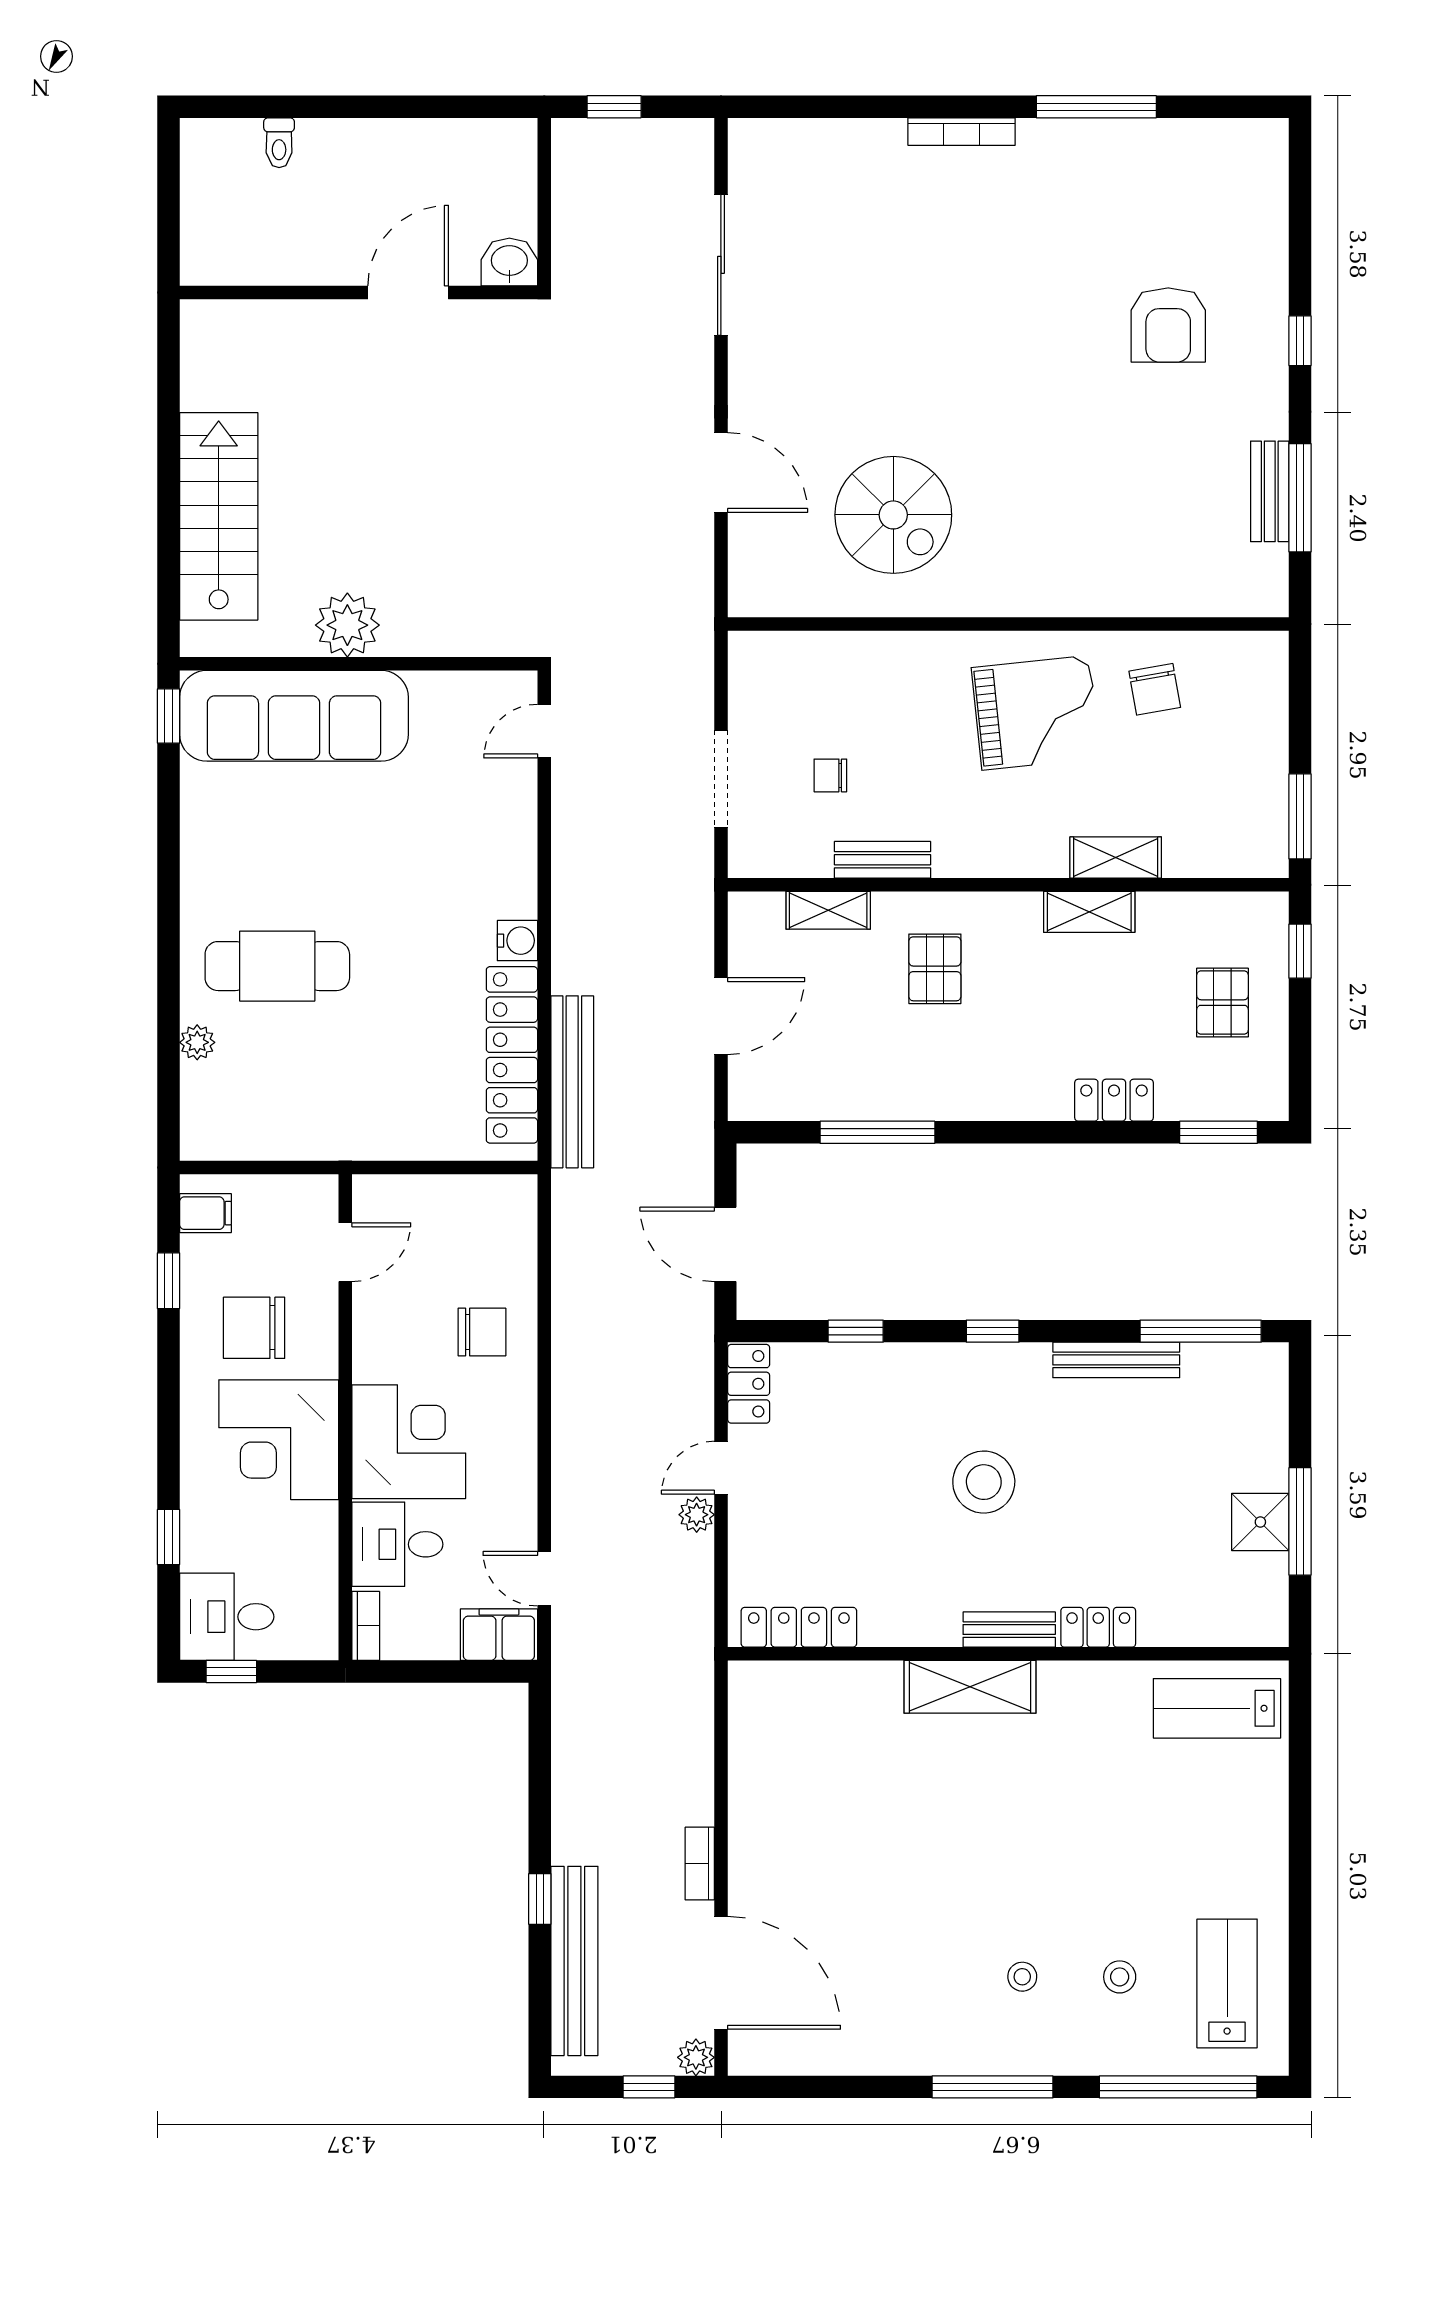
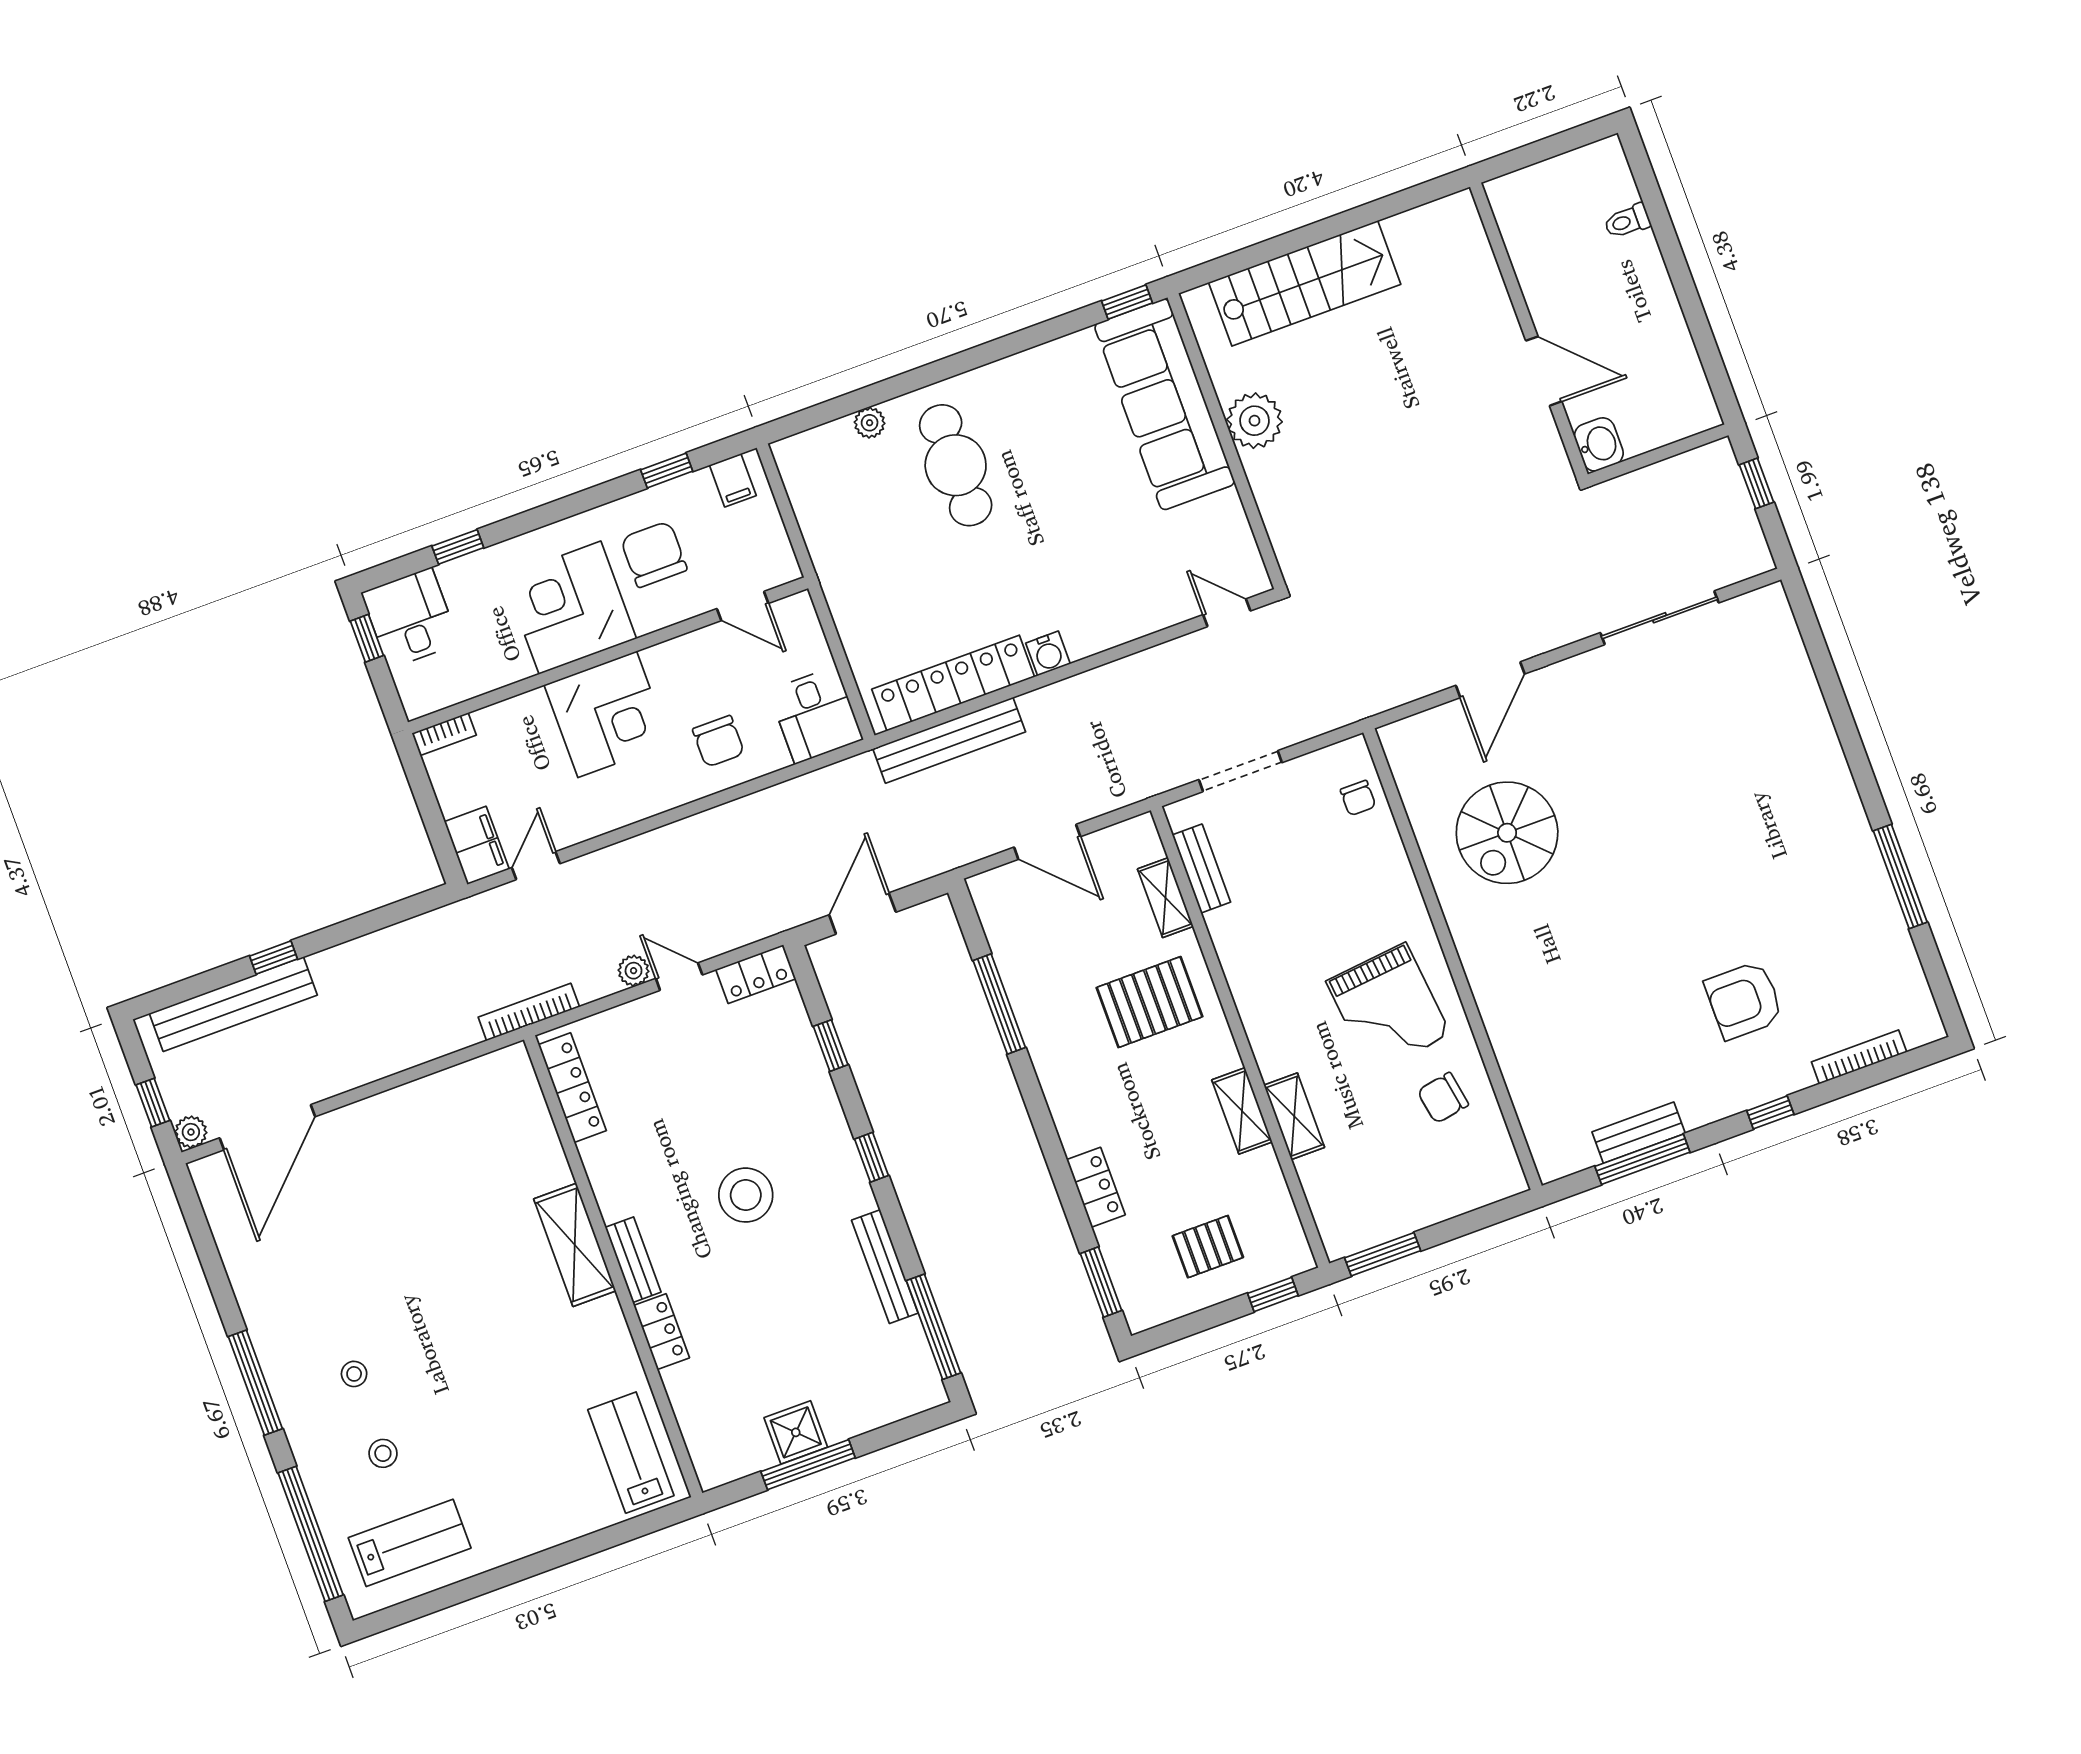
bookcase: (962, 132) -> (1859, 1057), moved, turned 90
chair: (830, 775) -> (1358, 798), moved, turned 180
bench: (882, 860) -> (1201, 868), moved
pallet: (935, 969) -> (1150, 1002), width x1.50, depth x1.42
desk: (397, 1544) -> (816, 715), moved, turned 180
bookcase: (700, 1864) -> (529, 1012), moved, width x1.56

